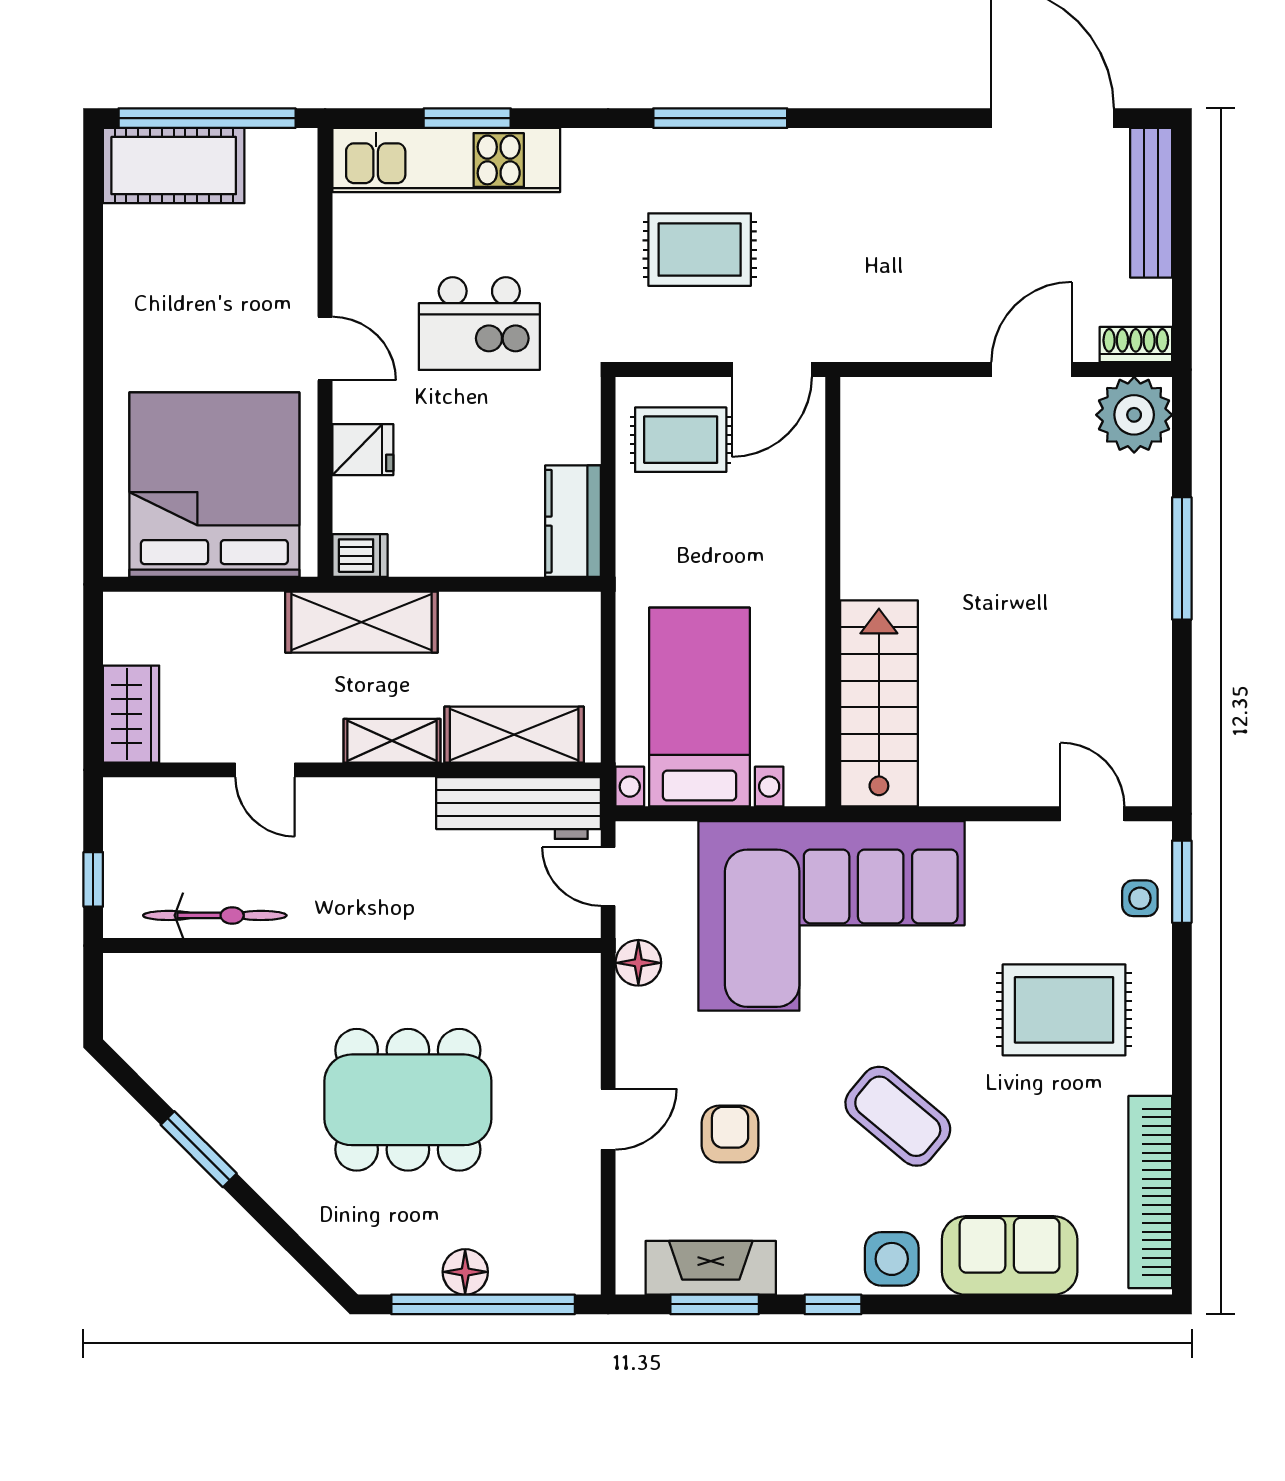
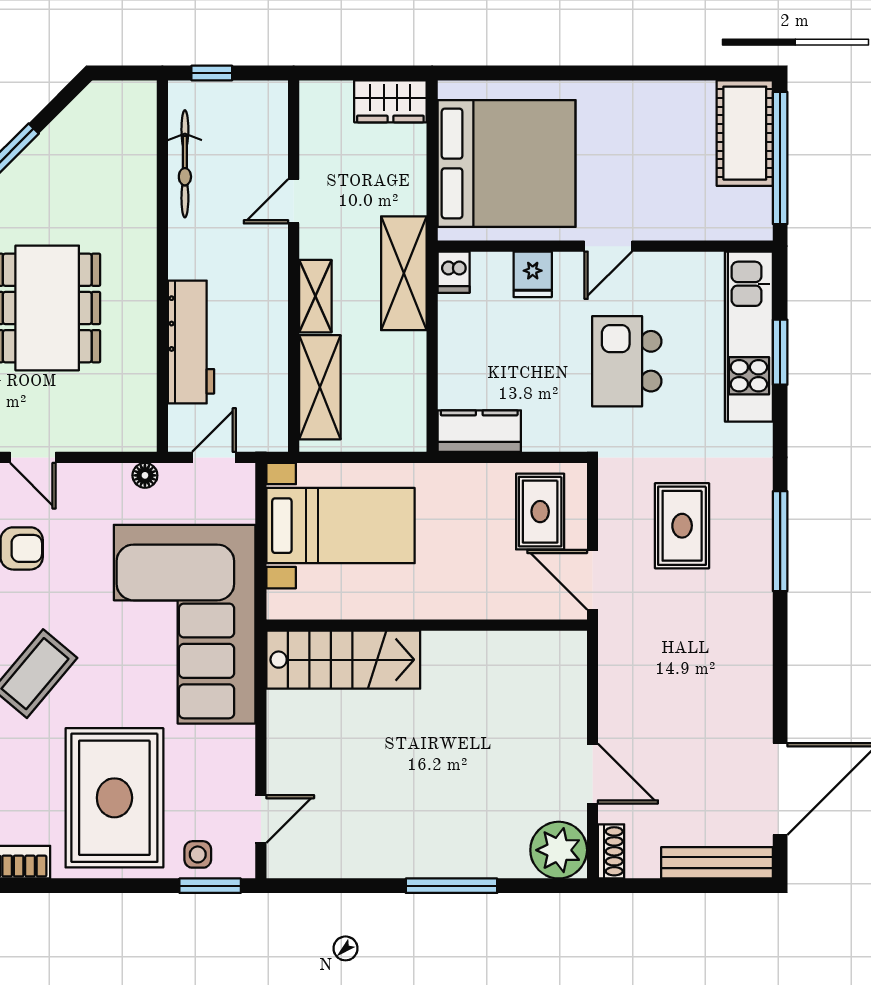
wardrobe: (131, 714) -> (390, 101), moved
workbench: (519, 808) -> (191, 342), moved, turned 180
floor lamp: (638, 963) -> (145, 475), width x0.73, depth x0.73
rug: (1064, 1010) -> (114, 798), width x1.37, depth x1.44

